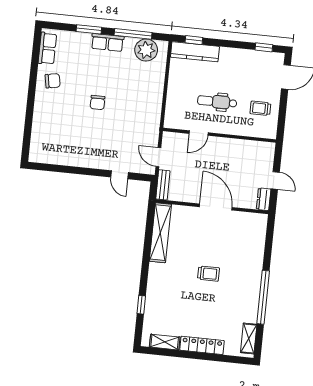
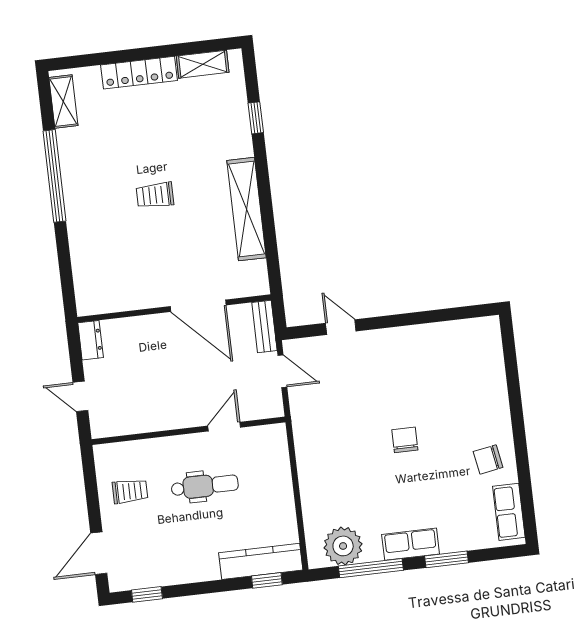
door: (275, 180) -> (80, 396), moved
door: (216, 207) -> (198, 306), moved
shelving: (160, 233) -> (247, 209), moved

